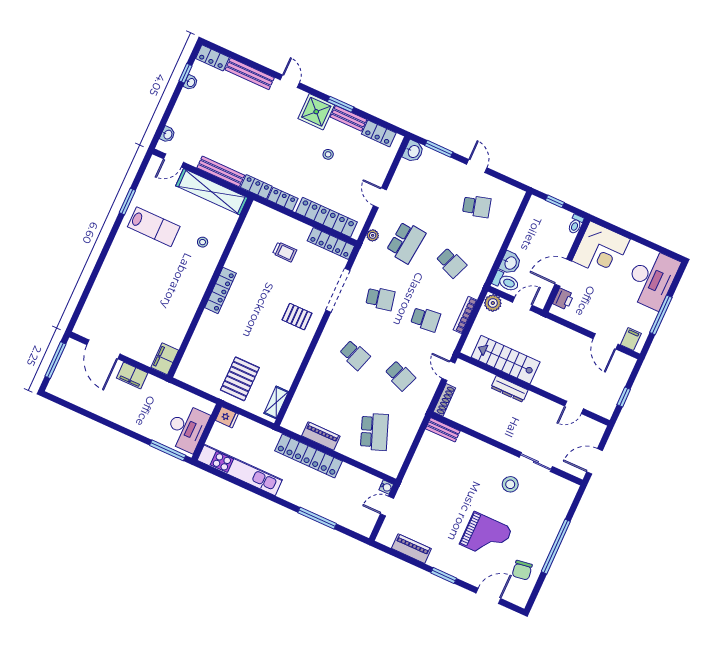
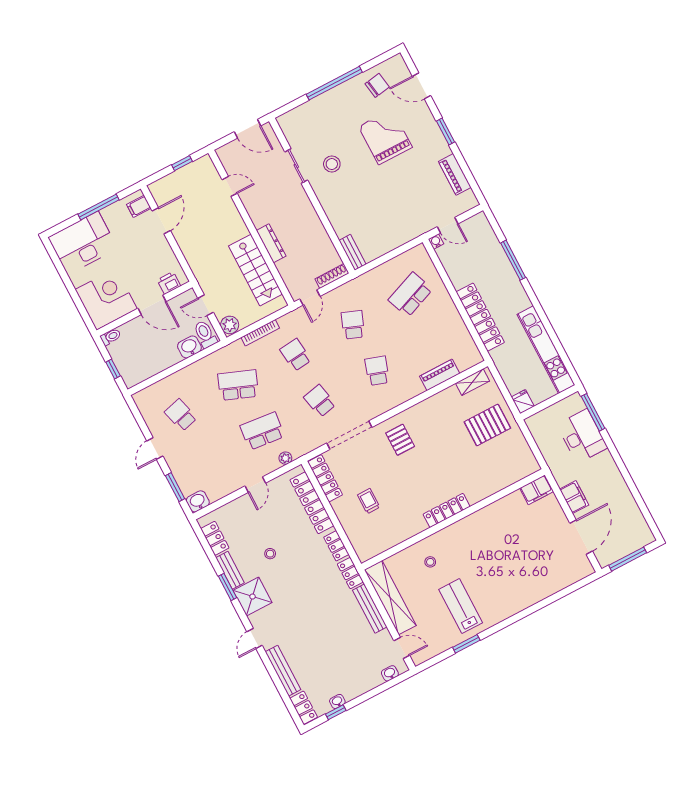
school desk: (451, 263) -> (238, 385), width x1.85
desk: (187, 428) -> (582, 436), moved, turned 90
piano: (321, 436) -> (440, 375), moved, turned 90

